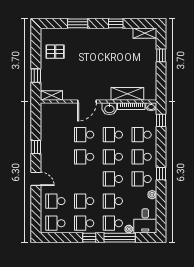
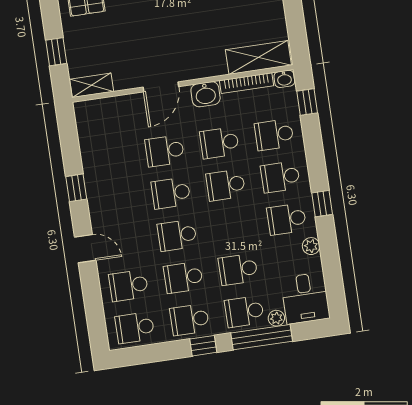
shelving: (127, 94) -> (258, 58), moved
school desk: (113, 179) -> (177, 235), moved

